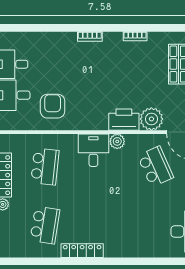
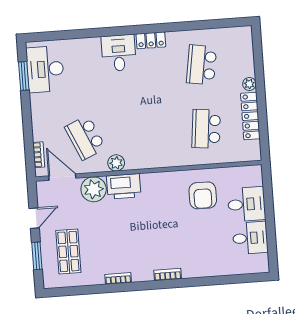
plant: (117, 141) -> (116, 163), moved
desk: (93, 150) -> (119, 53), moved, turned 180
locker: (82, 251) -> (151, 40), width x0.66

